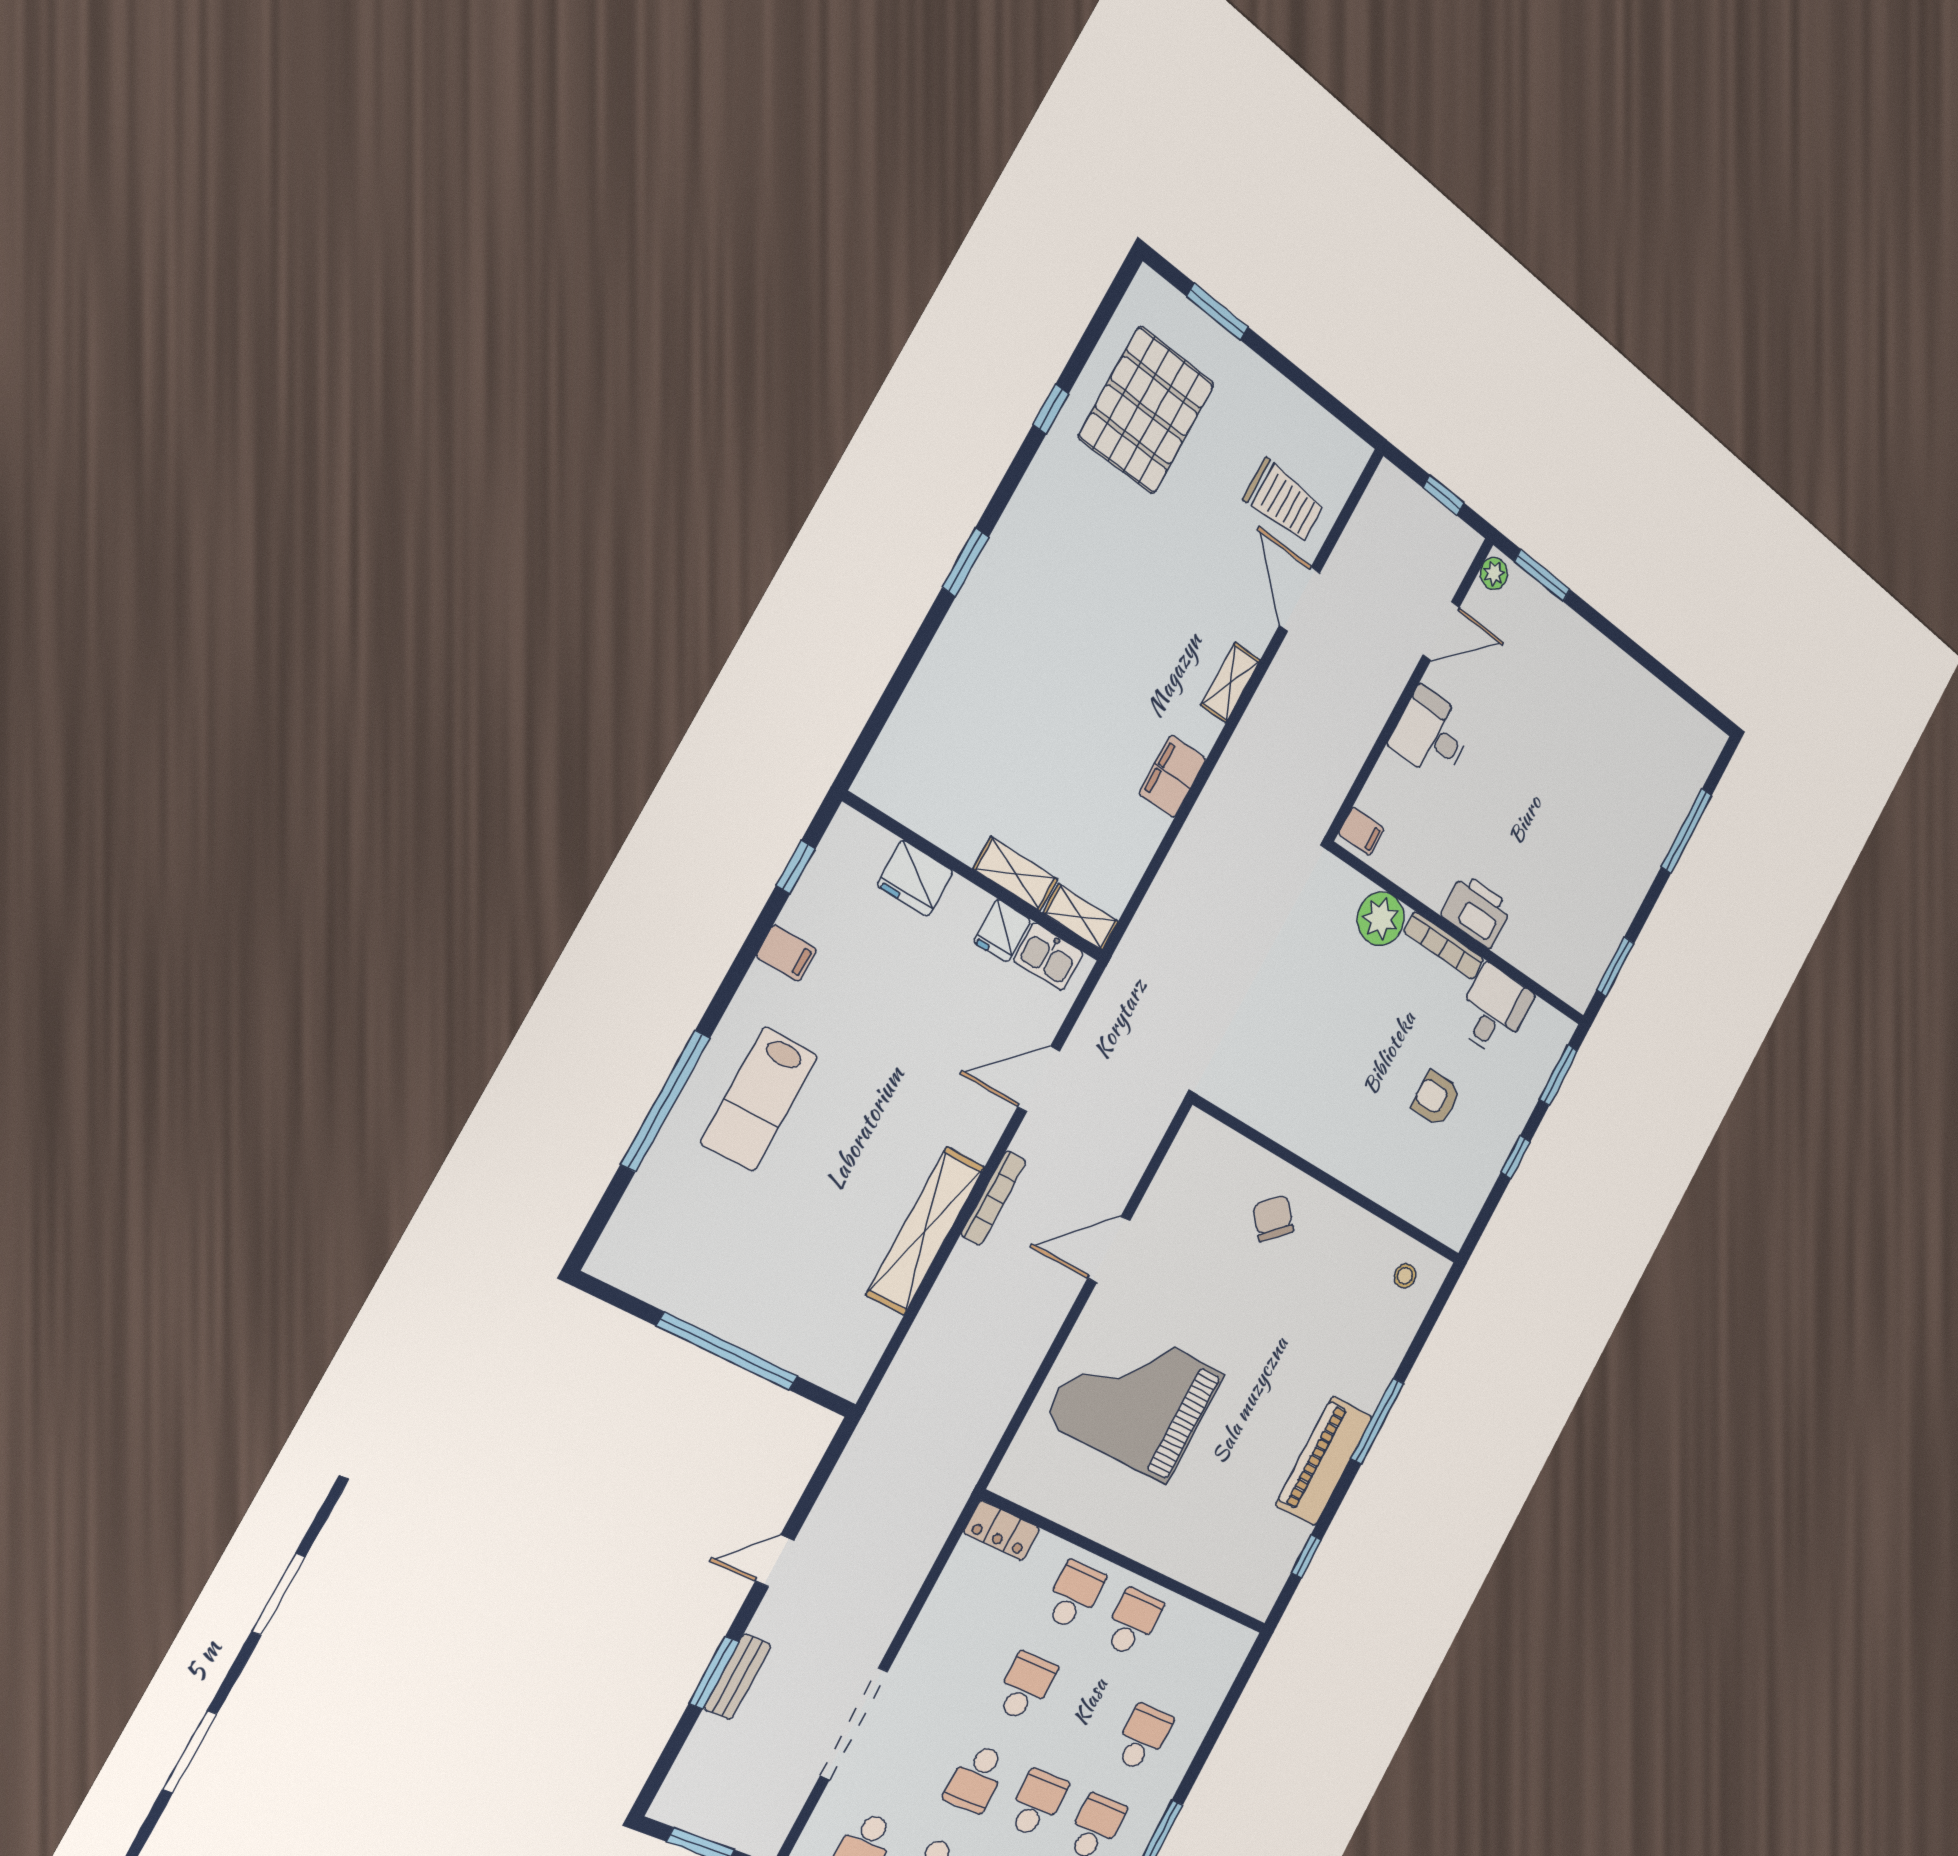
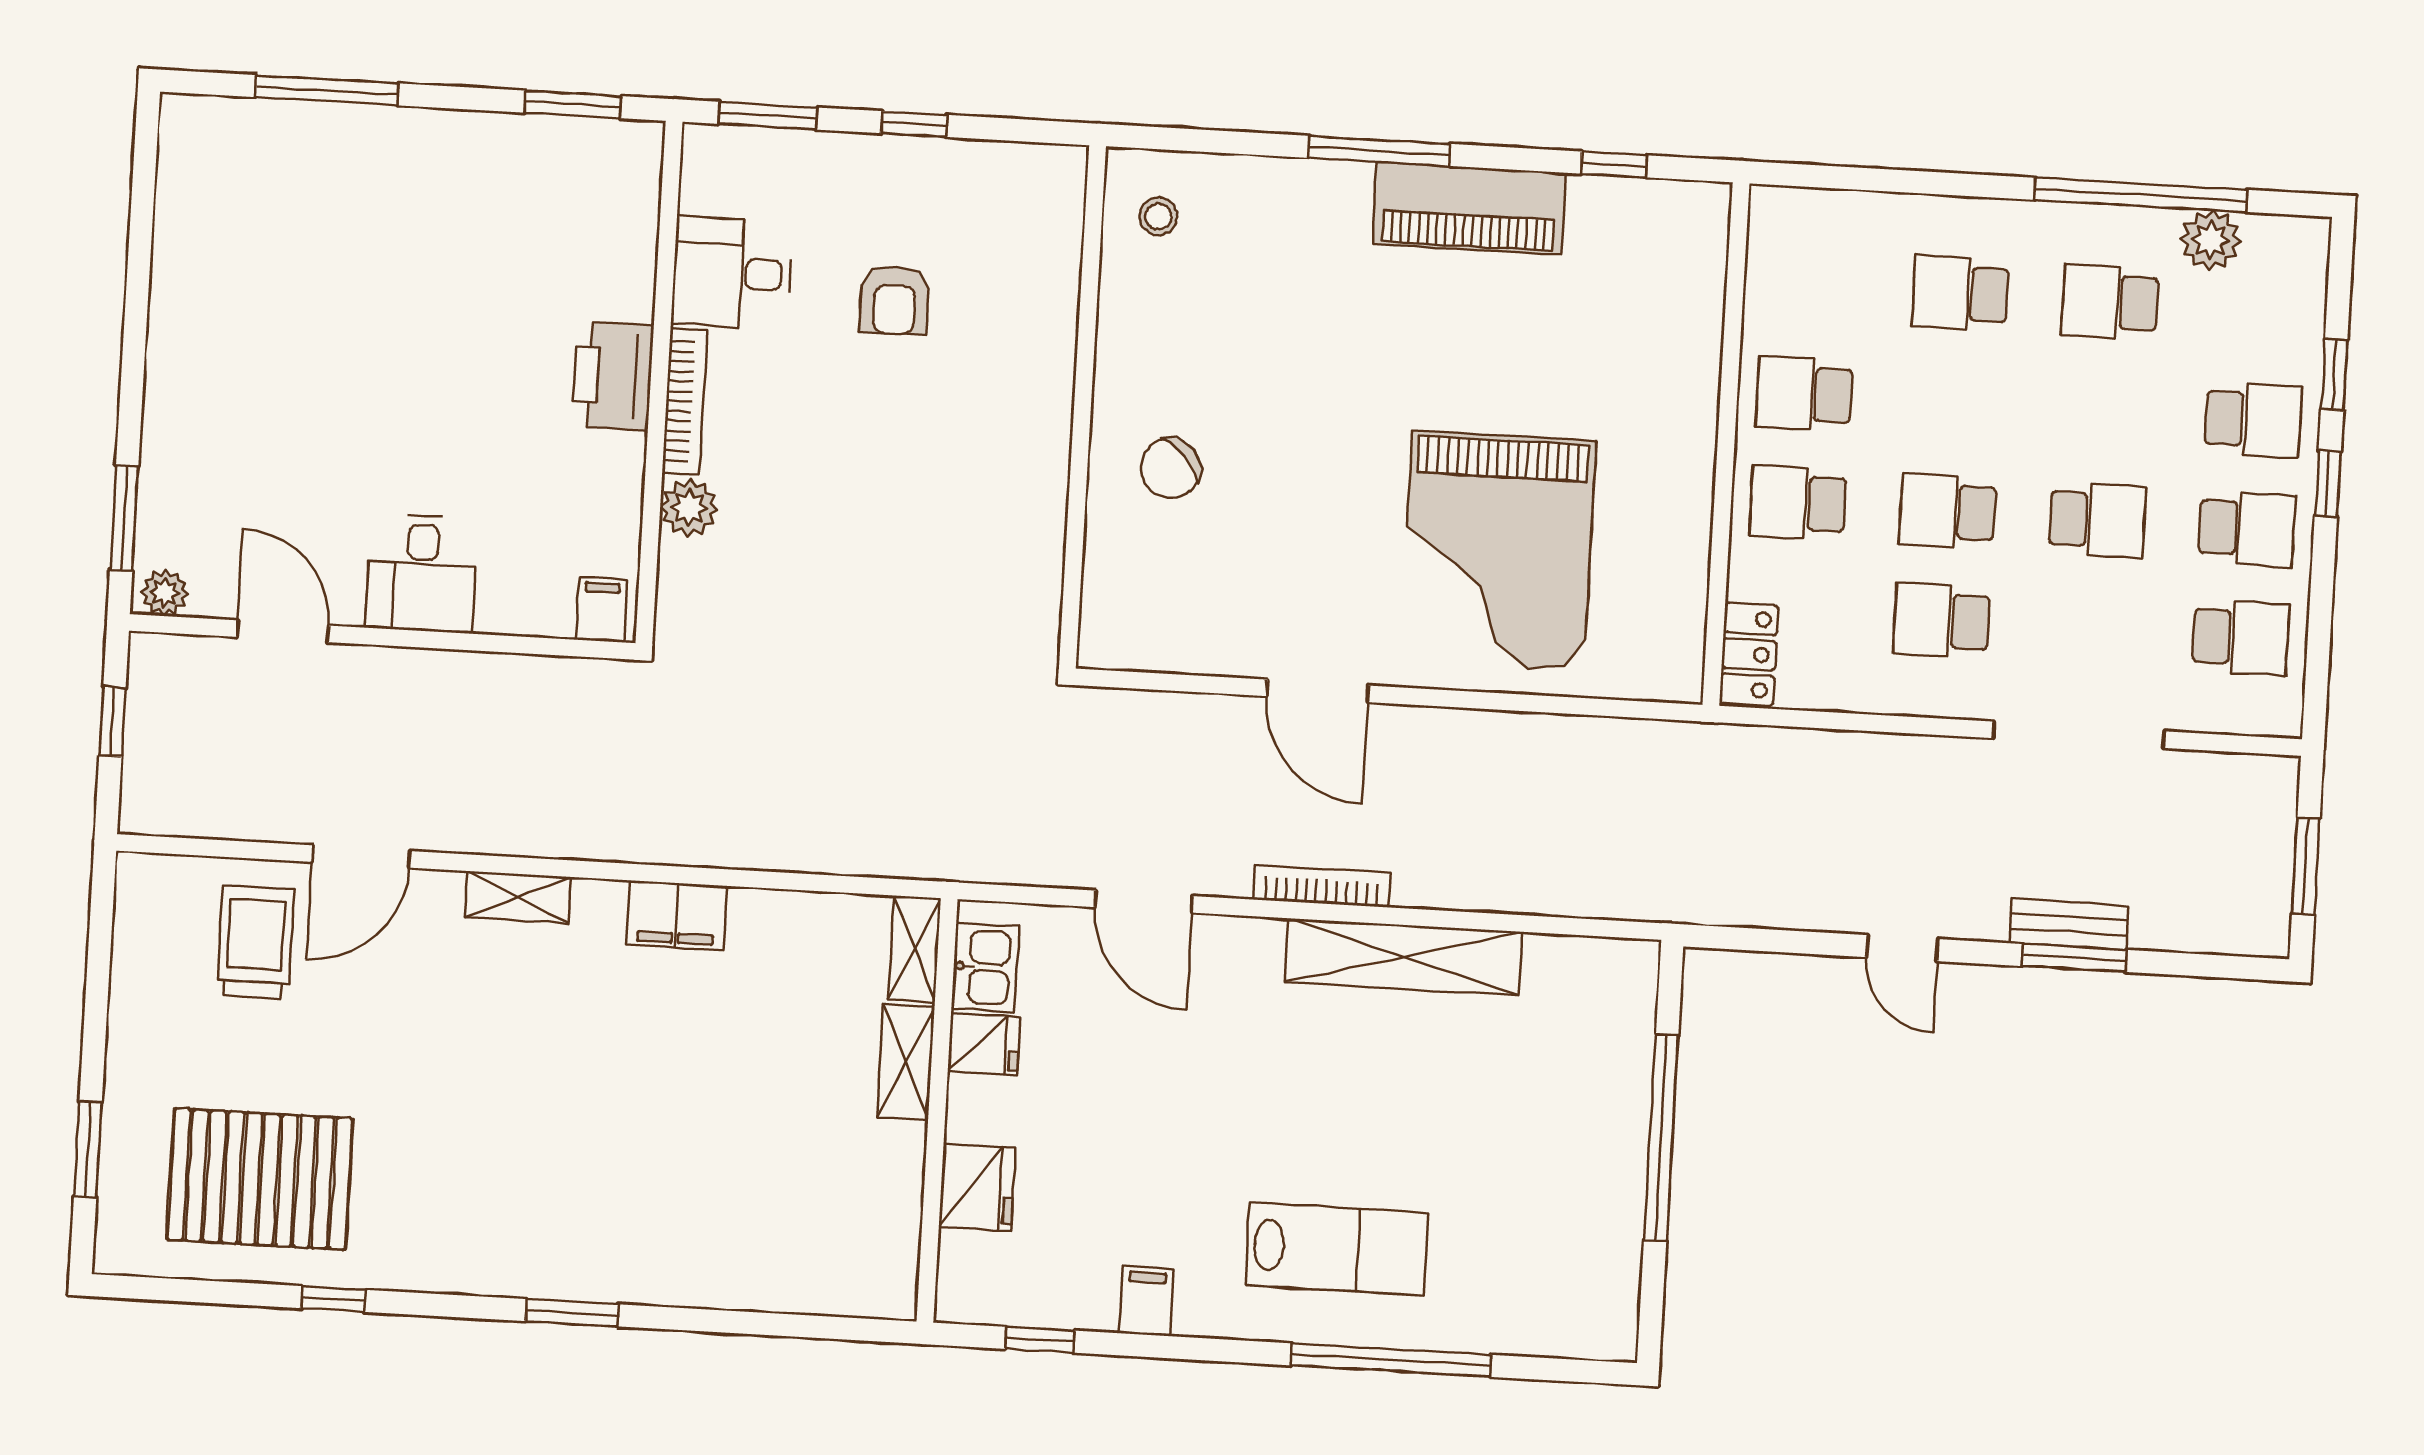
plant: (1381, 919) -> (689, 508), width x0.73, depth x0.73
school desk: (1037, 1803) -> (1941, 621), moved

